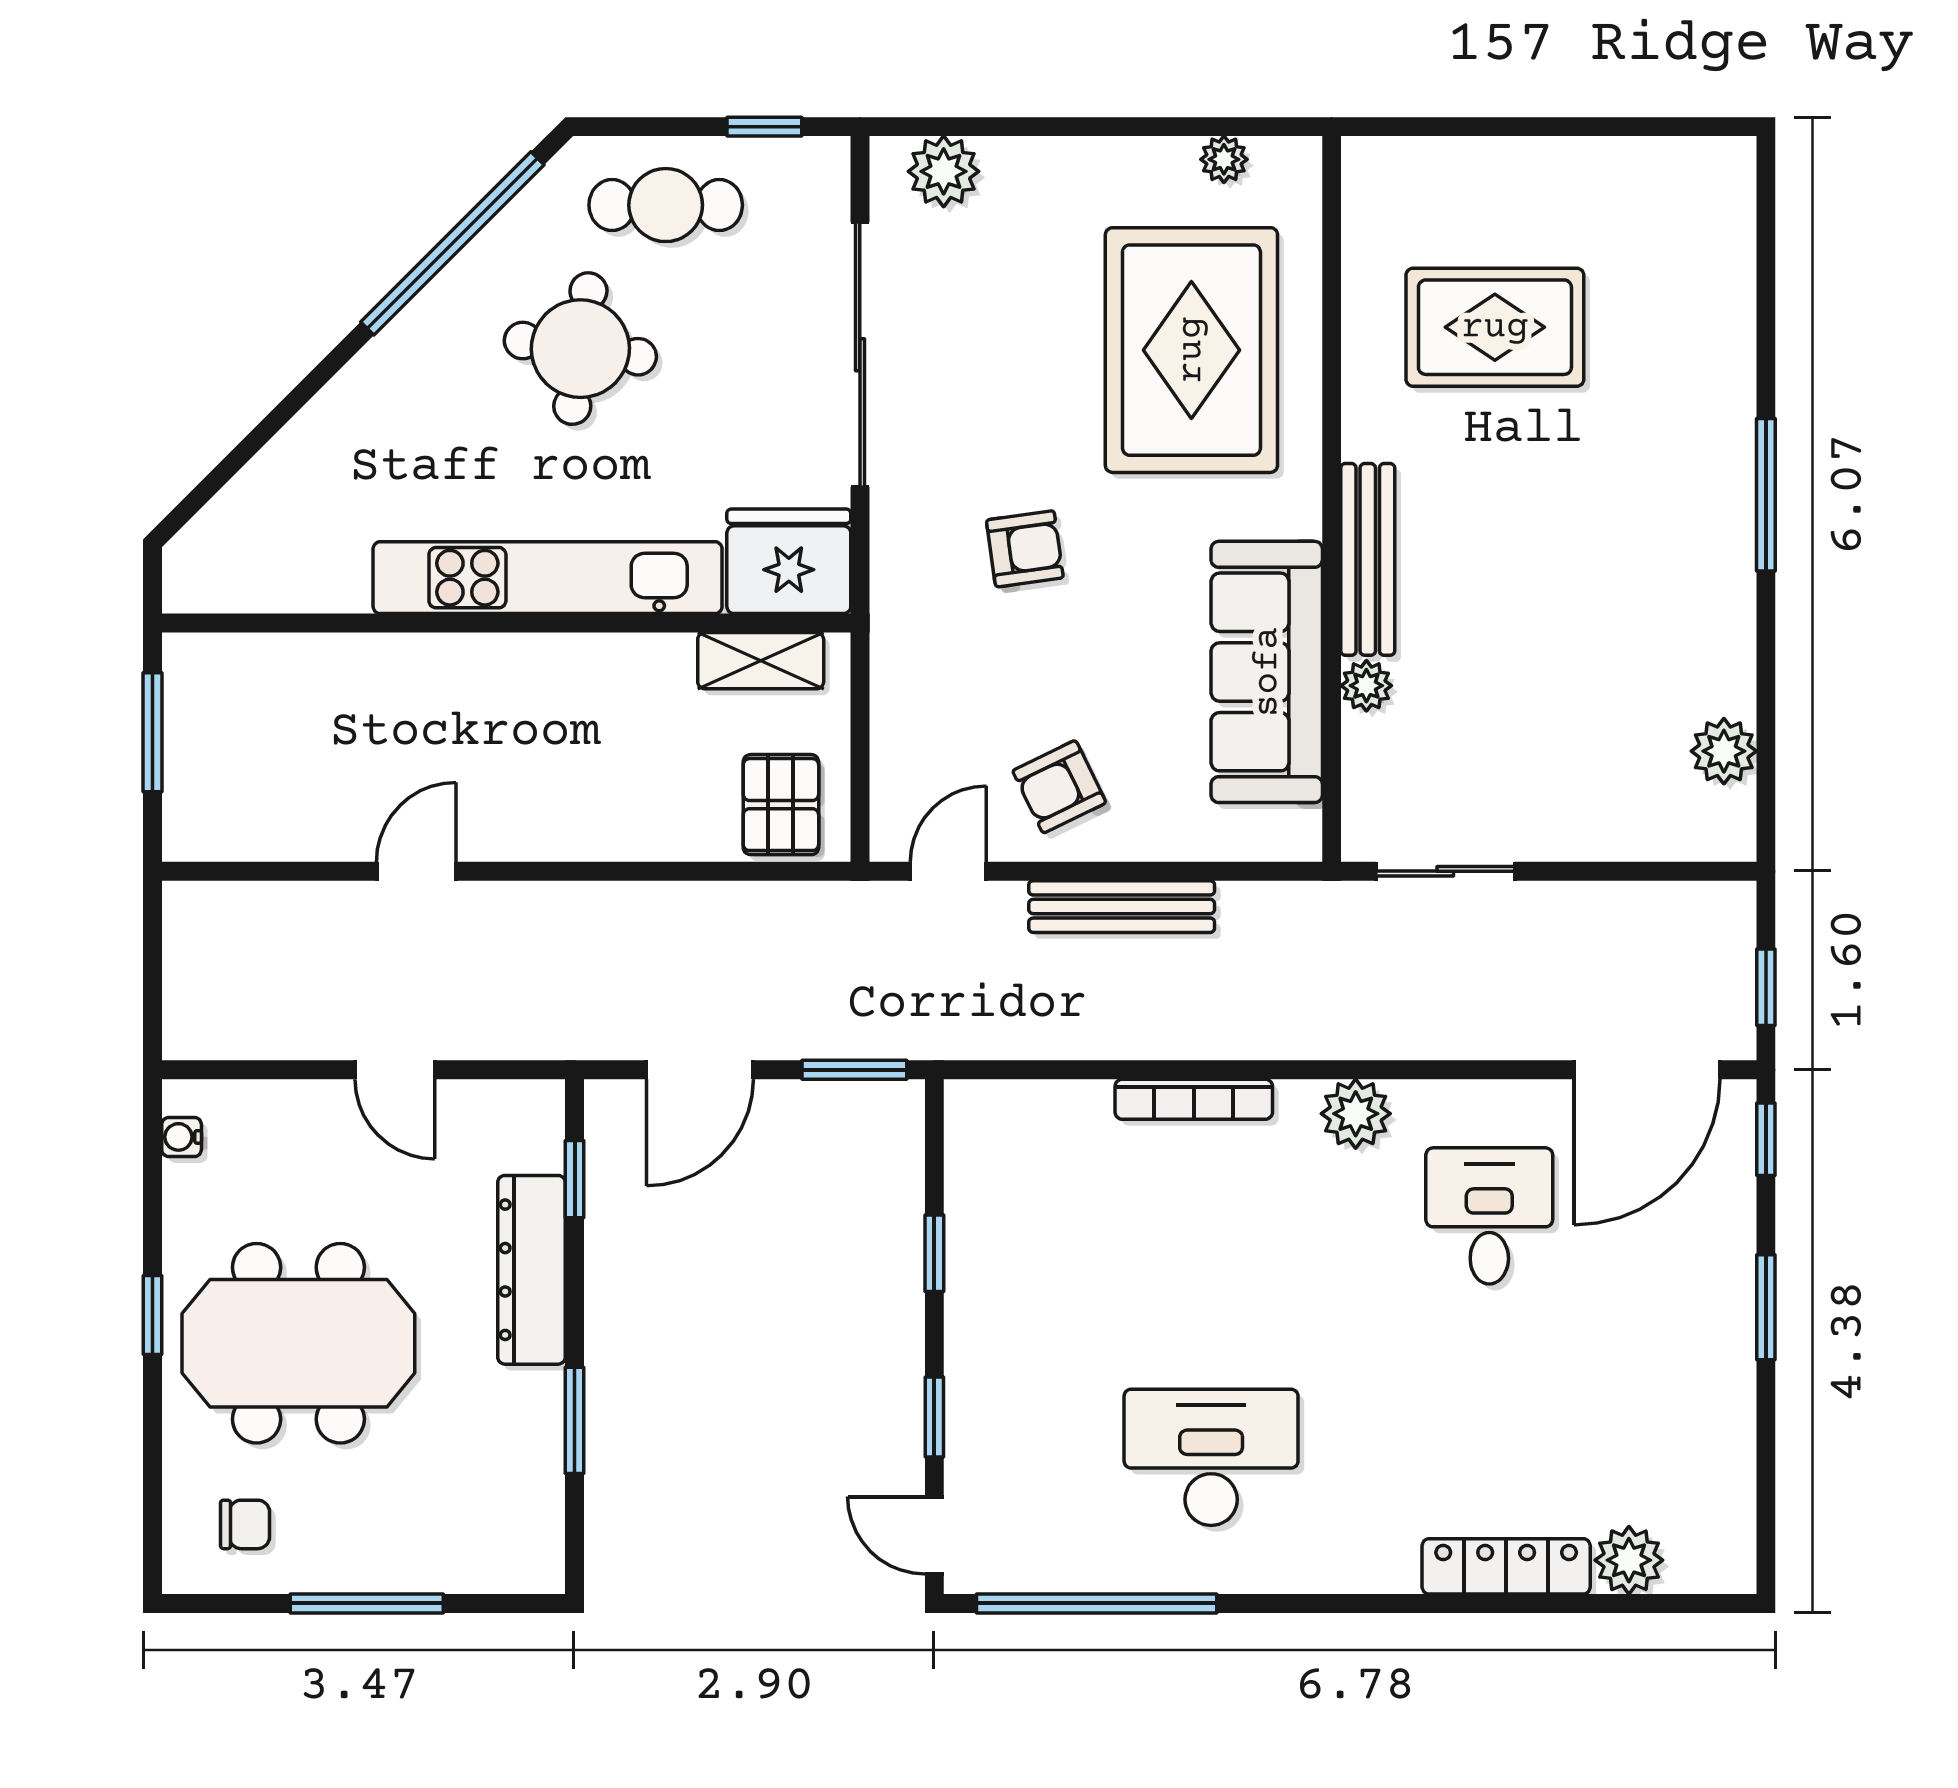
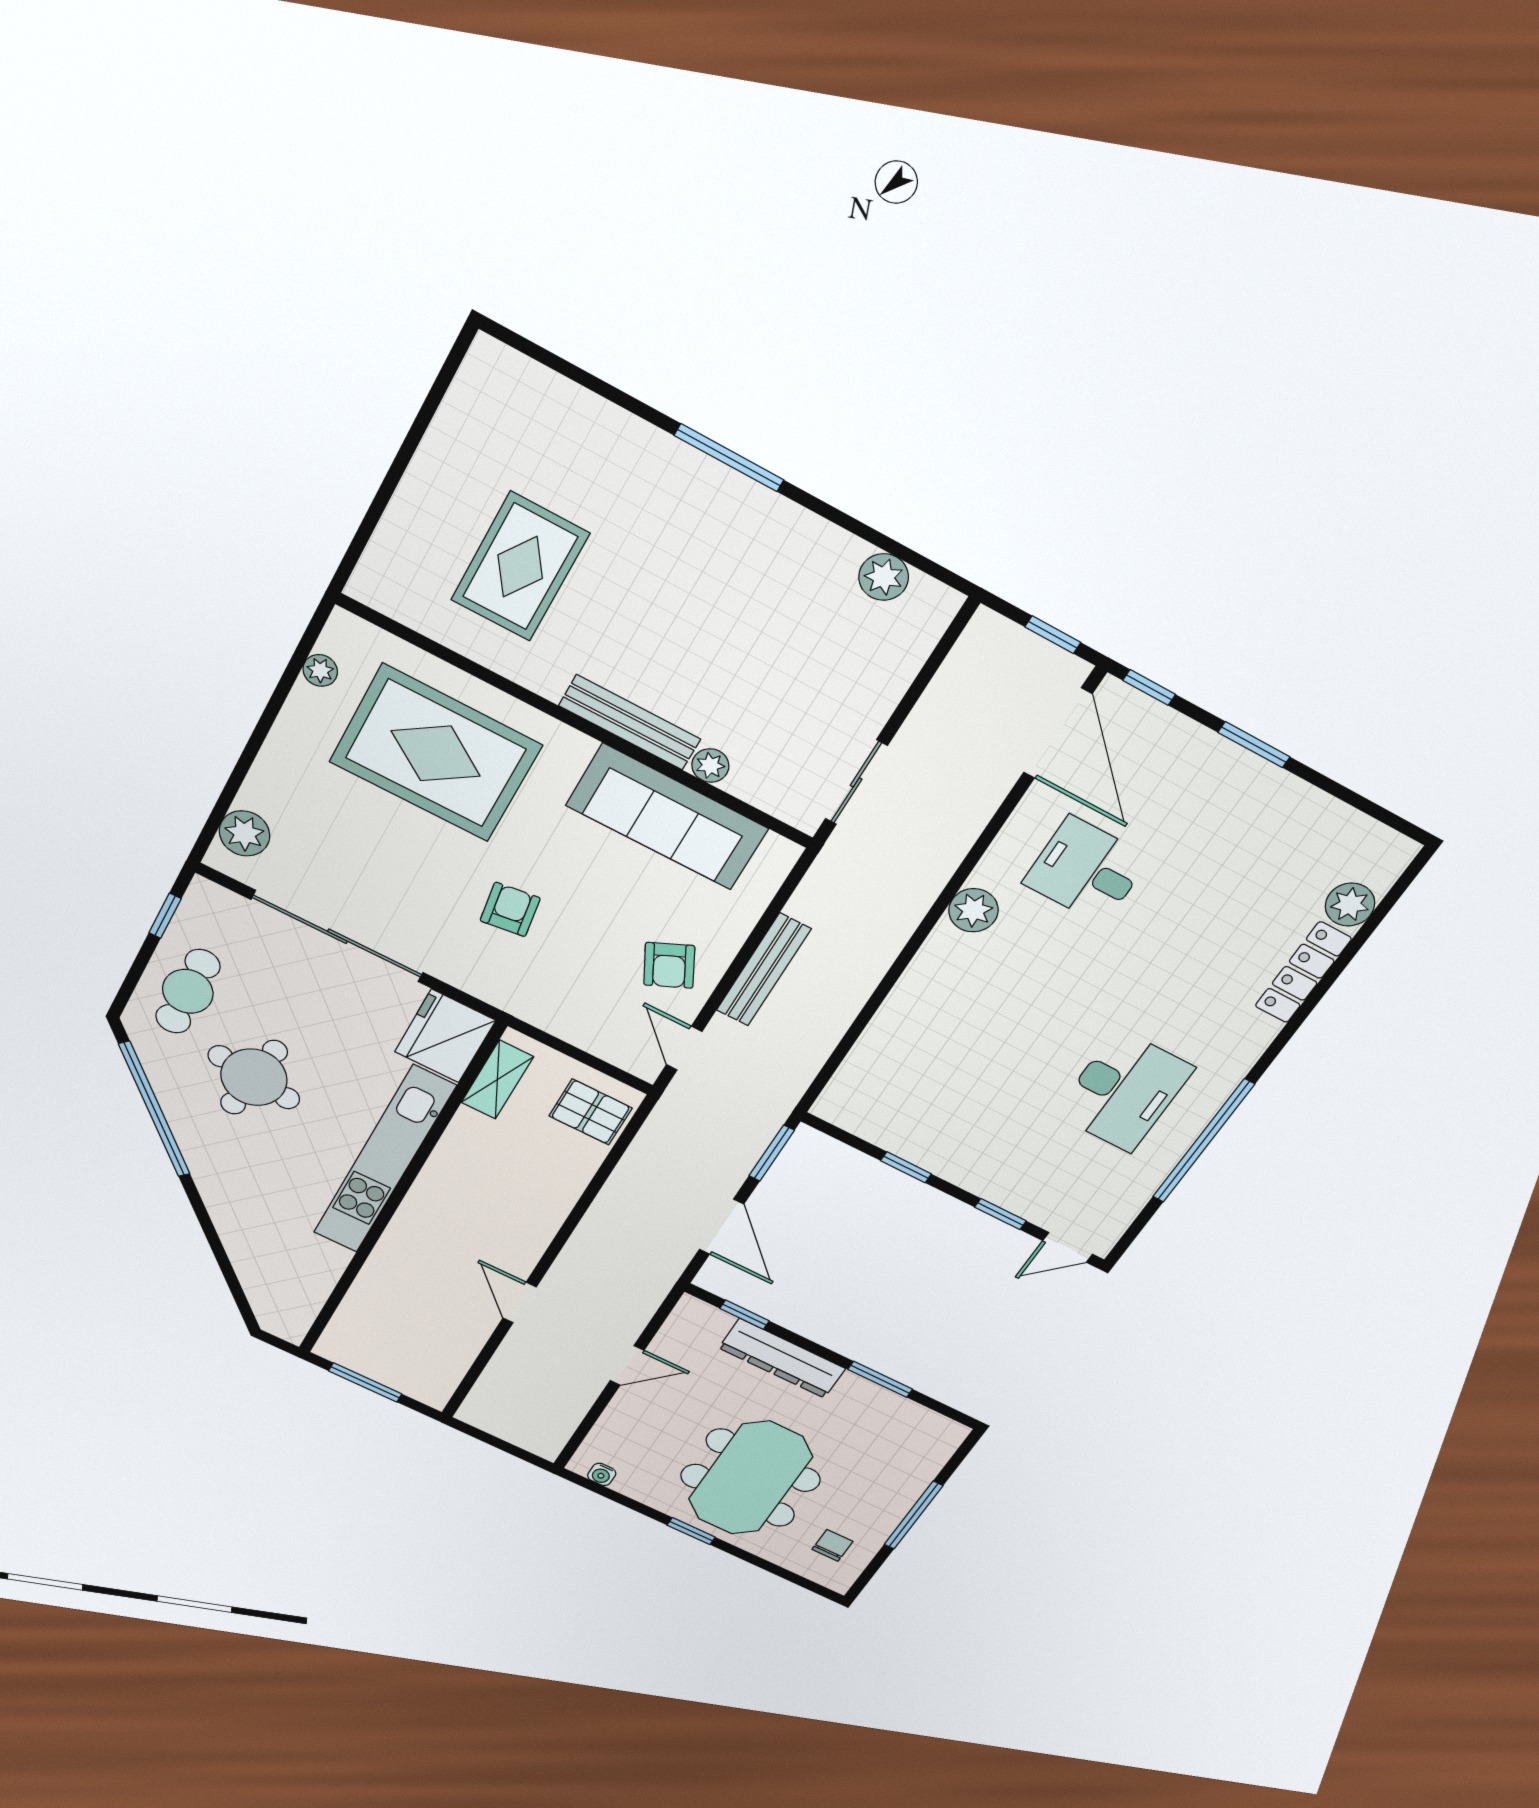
bookcase: (1194, 1099) -> (906, 991), removed
desk: (1211, 1457) -> (1124, 1091), turned 180
window: (1097, 1603) -> (1203, 1141), moved

